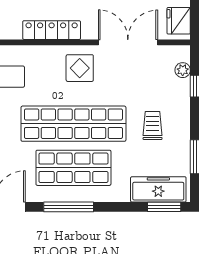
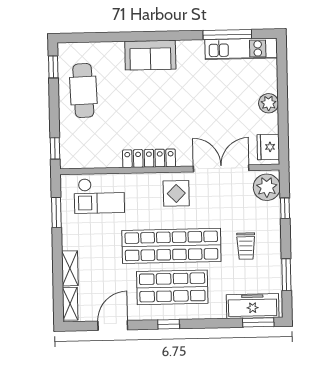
plant: (183, 70) -> (267, 187), width x1.88, depth x1.88
trolley: (153, 126) -> (246, 246), turned 180
window: (69, 207) -> (169, 324), width x0.46

